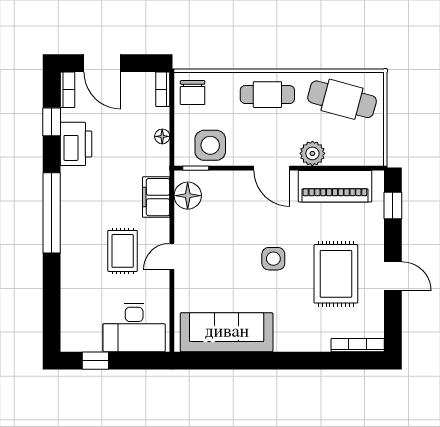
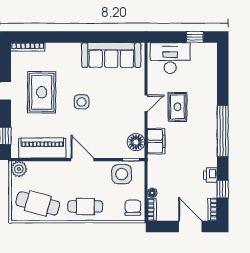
floor lamp: (162, 136) -> (152, 193), moved
printer: (76, 144) -> (210, 175), width x0.53, depth x0.68
plant: (312, 153) -> (19, 169), moved

